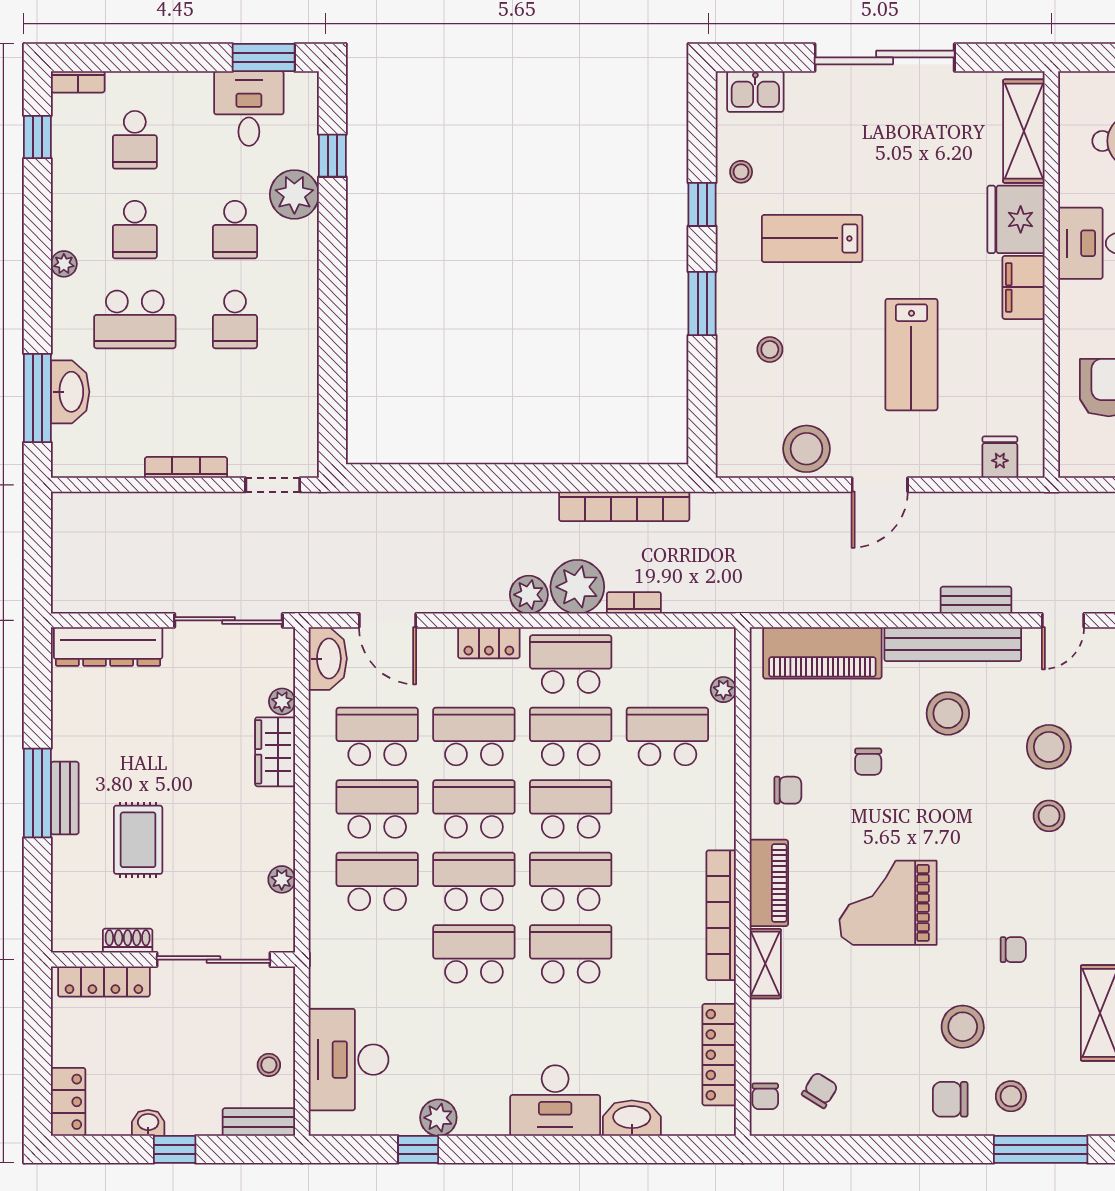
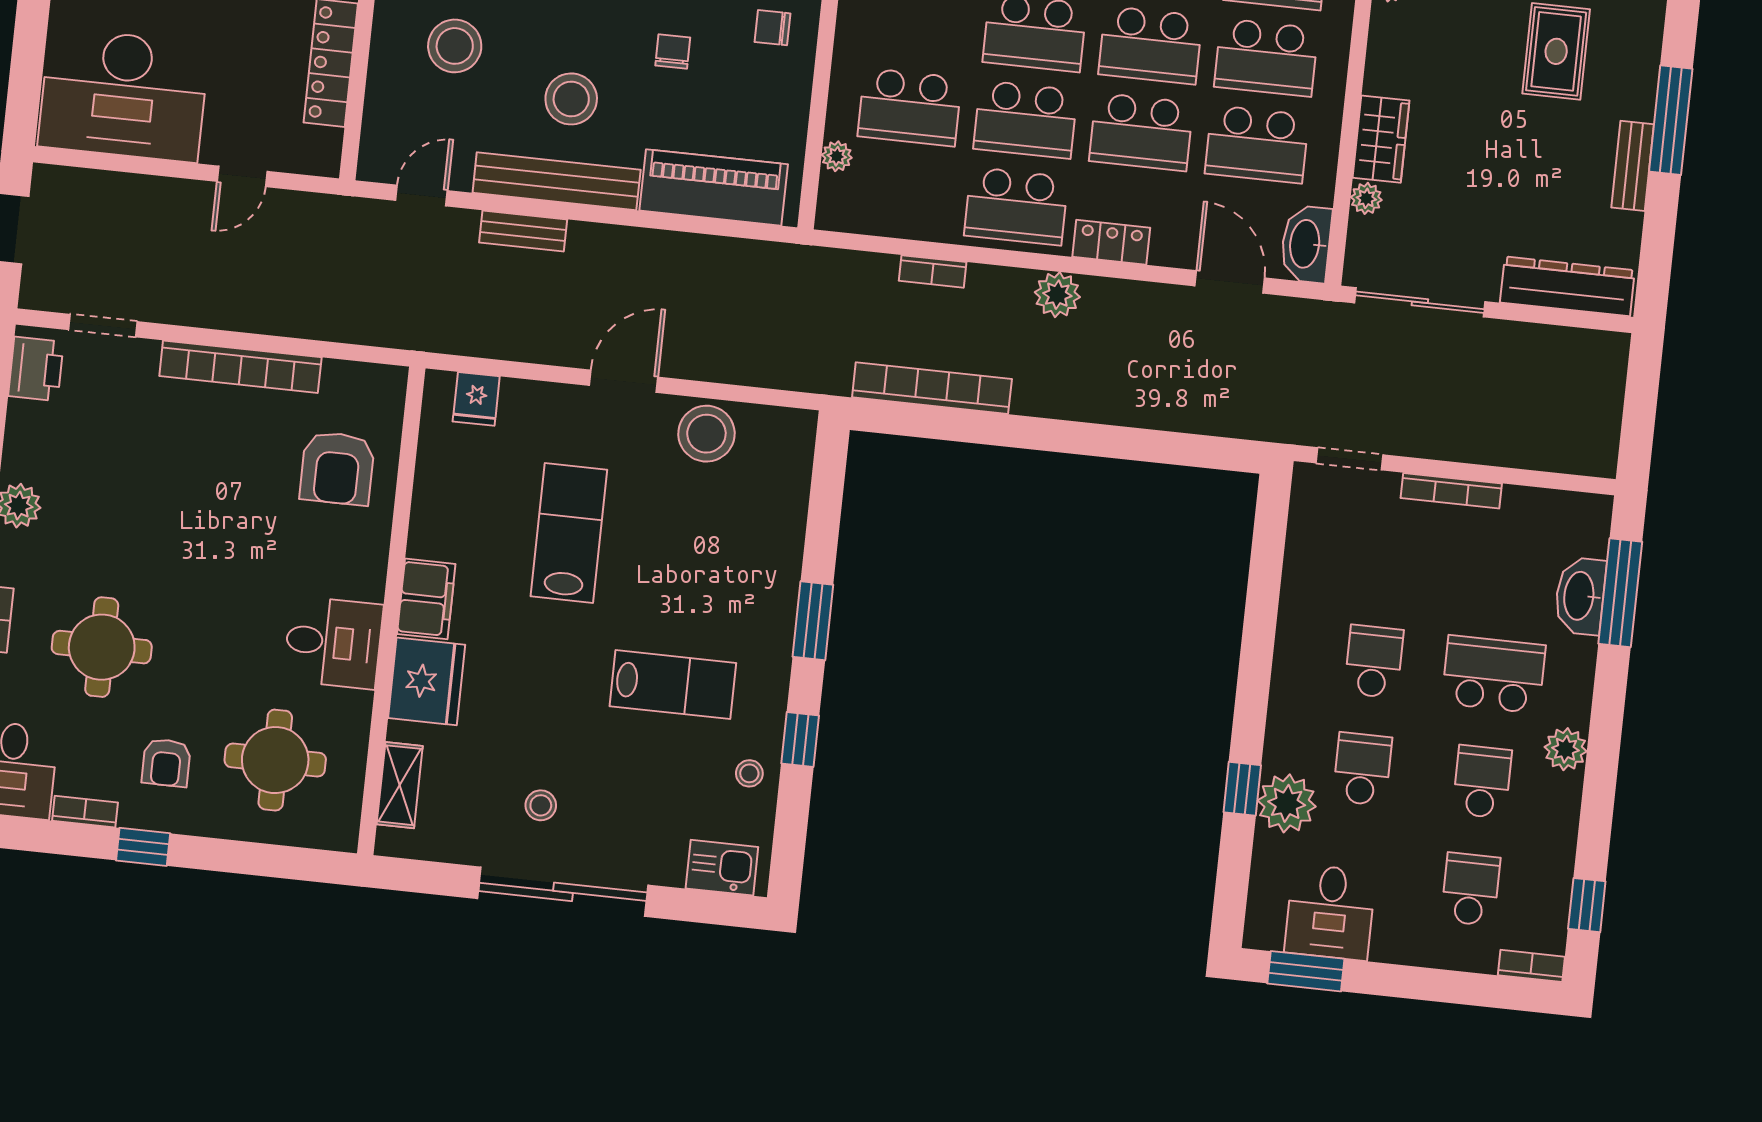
shelving: (1024, 131) -> (400, 785), width x0.67, depth x0.75
window: (332, 156) -> (1242, 789), moved
plant: (64, 264) -> (1566, 749), width x1.38, depth x1.38
stool: (770, 350) -> (541, 805), moved
plant: (577, 587) -> (998, 298), removed
bench: (65, 798) -> (1633, 166), moved

